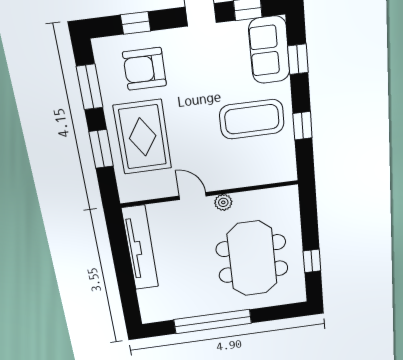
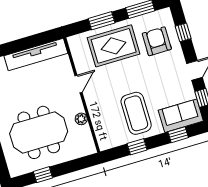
plant: (223, 202) -> (81, 119), moved

